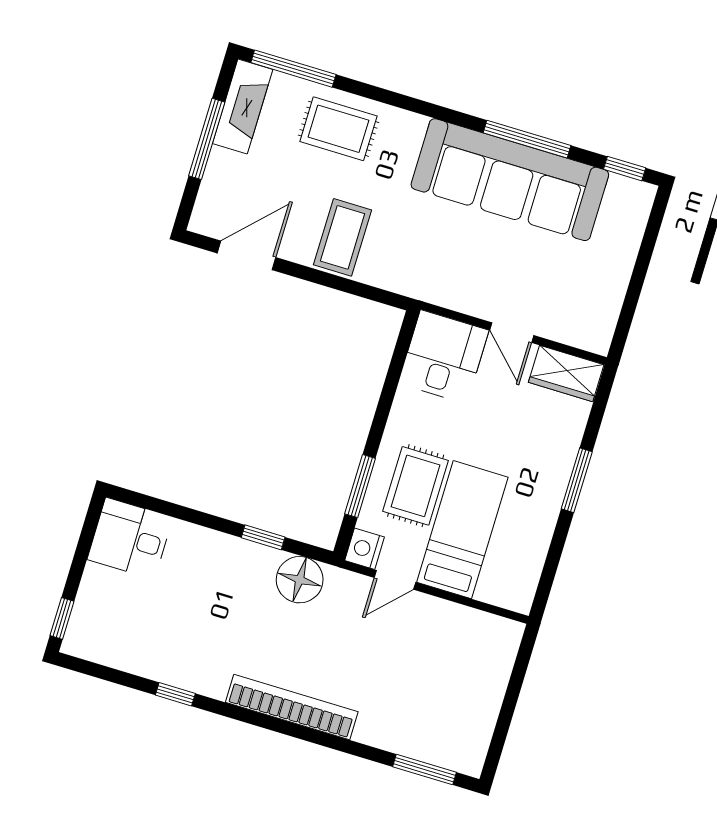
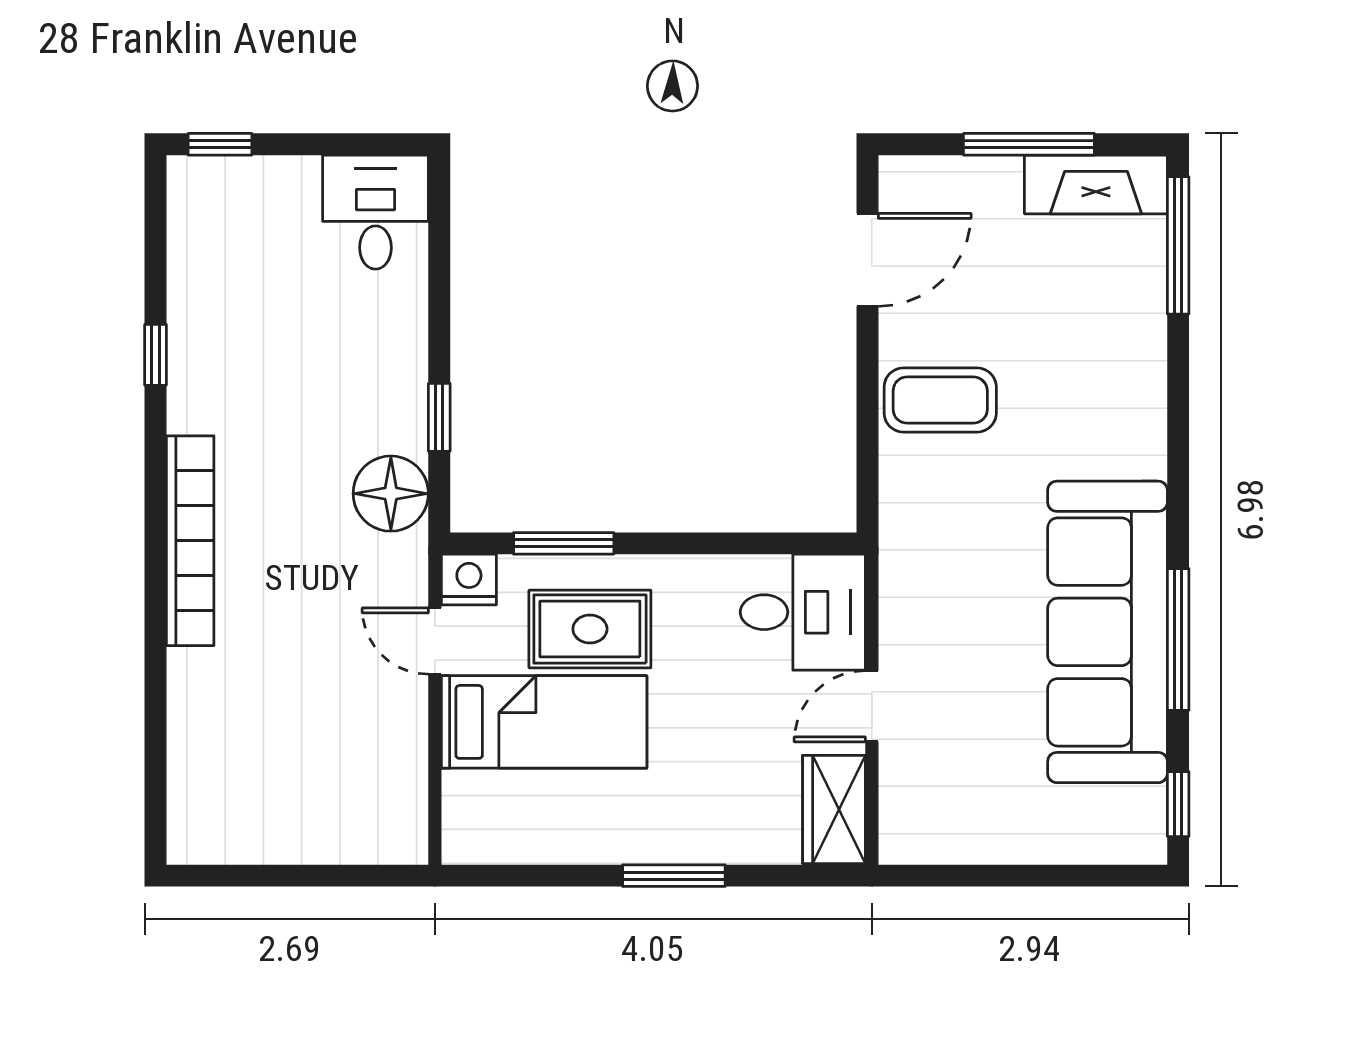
rug: (338, 129) -> (1106, 343), removed
door: (246, 255) -> (867, 260), hinge flipped
window: (425, 770) -> (156, 775), removed

